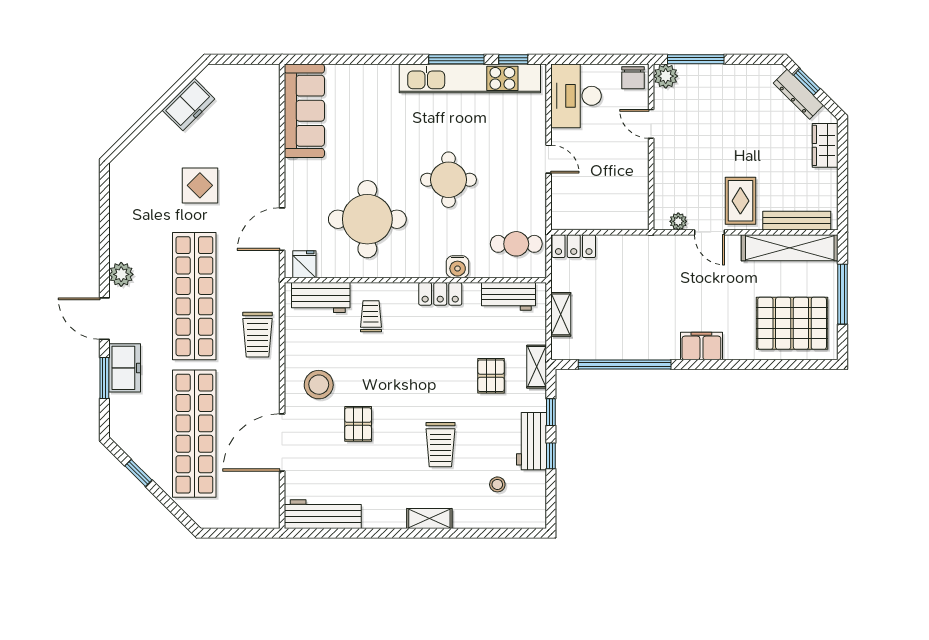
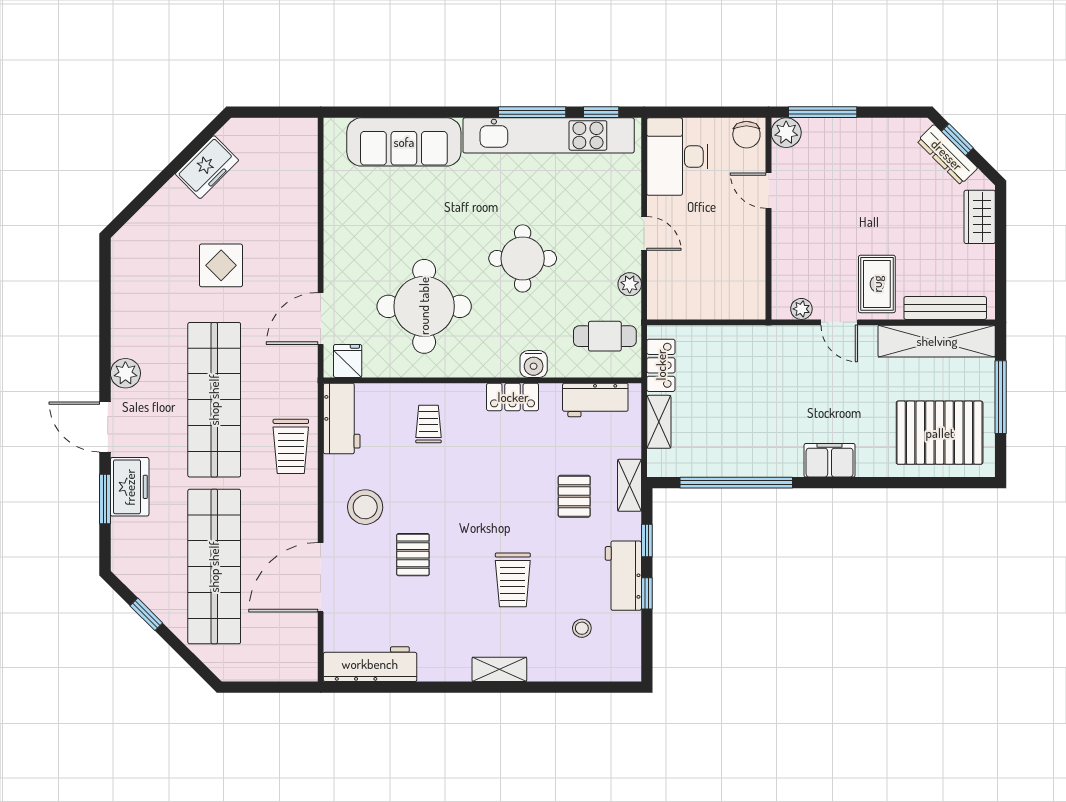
sofa: (304, 111) -> (404, 142), moved, turned 90
plant: (537, 201) -> (630, 284), added
locker: (574, 246) -> (661, 365), moved, turned -90
workbench: (321, 298) -> (342, 419), moved, turned -90

